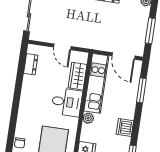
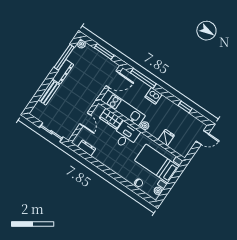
door: (62, 47) -> (85, 119), hinge flipped
window: (141, 90) -> (143, 78), width x1.44
dishwasher: (125, 127) -> (154, 96), moved

